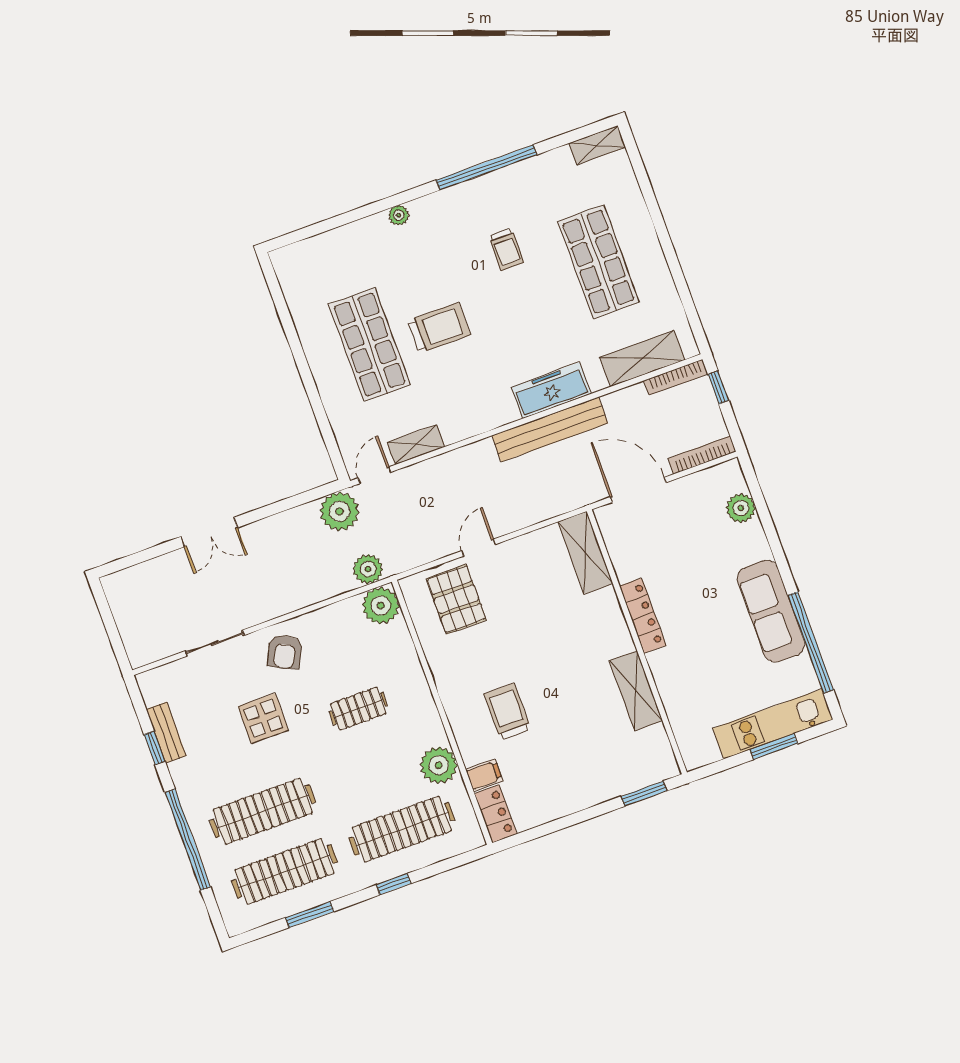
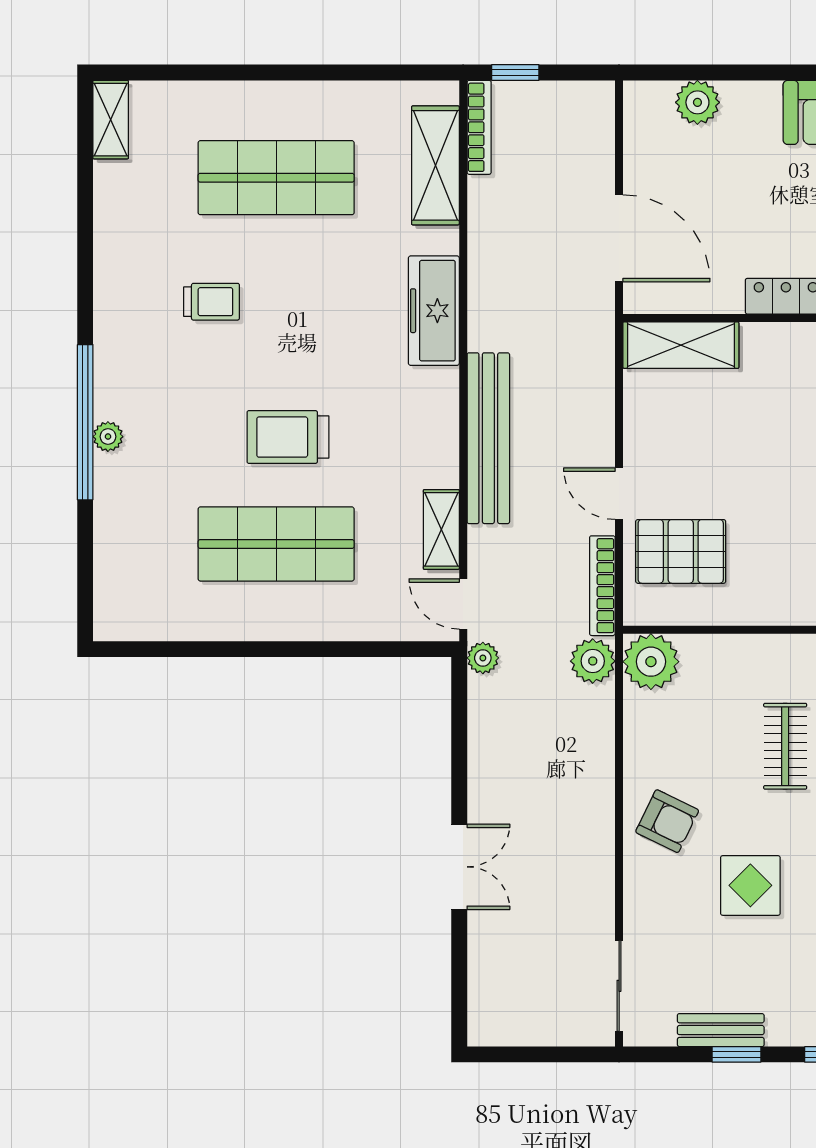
window: (487, 167) -> (85, 422), moved
trolley: (439, 328) -> (288, 437), turned -90
bench: (550, 429) -> (488, 438), moved
bookcase: (702, 455) -> (602, 586), moved
door: (638, 490) -> (619, 238), swing flipped
plant: (339, 511) -> (483, 658), width x0.53, depth x0.53
sliding door: (215, 643) -> (619, 986), moved

